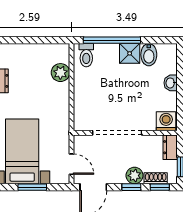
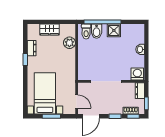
wardrobe: (29, 52) -> (49, 30), added
bidet: (149, 55) -> (97, 31), moved
plant: (134, 176) -> (117, 109), removed

